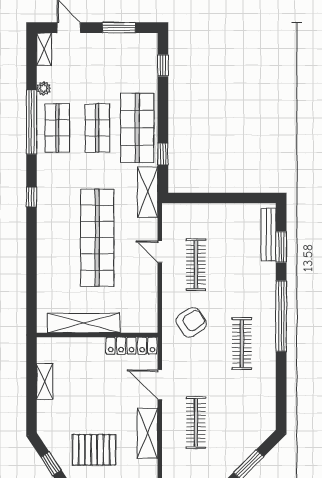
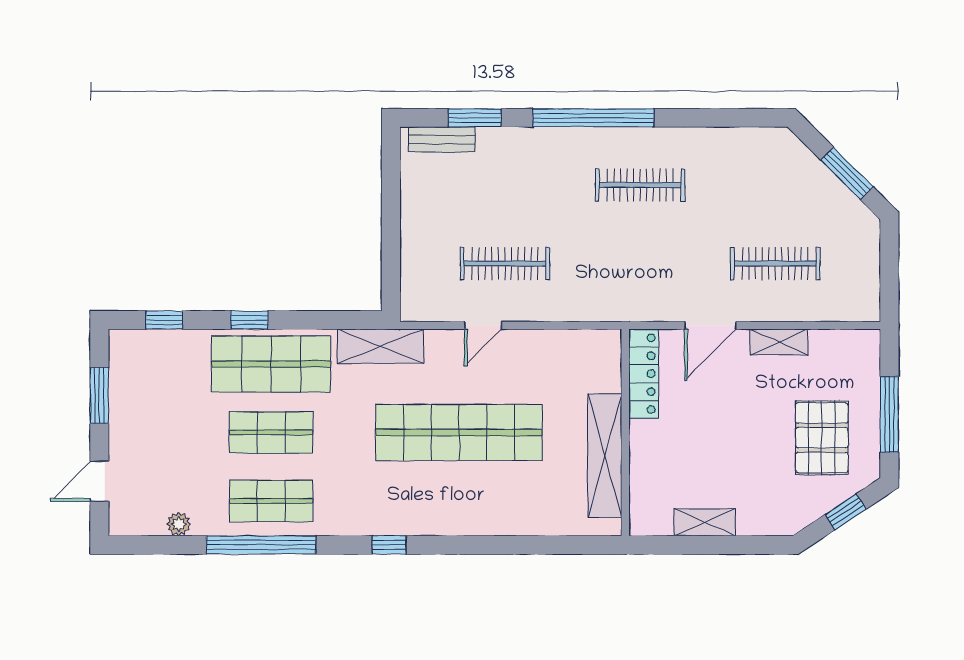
shelving: (44, 49) -> (136, 523), removed
plant: (44, 88) -> (179, 524), moved
window: (163, 154) -> (249, 320), moved
bench: (268, 235) -> (442, 139), width x0.73
armchair: (191, 322) -> (604, 272), removed
shelving: (148, 433) -> (779, 342), width x0.67, depth x0.75

